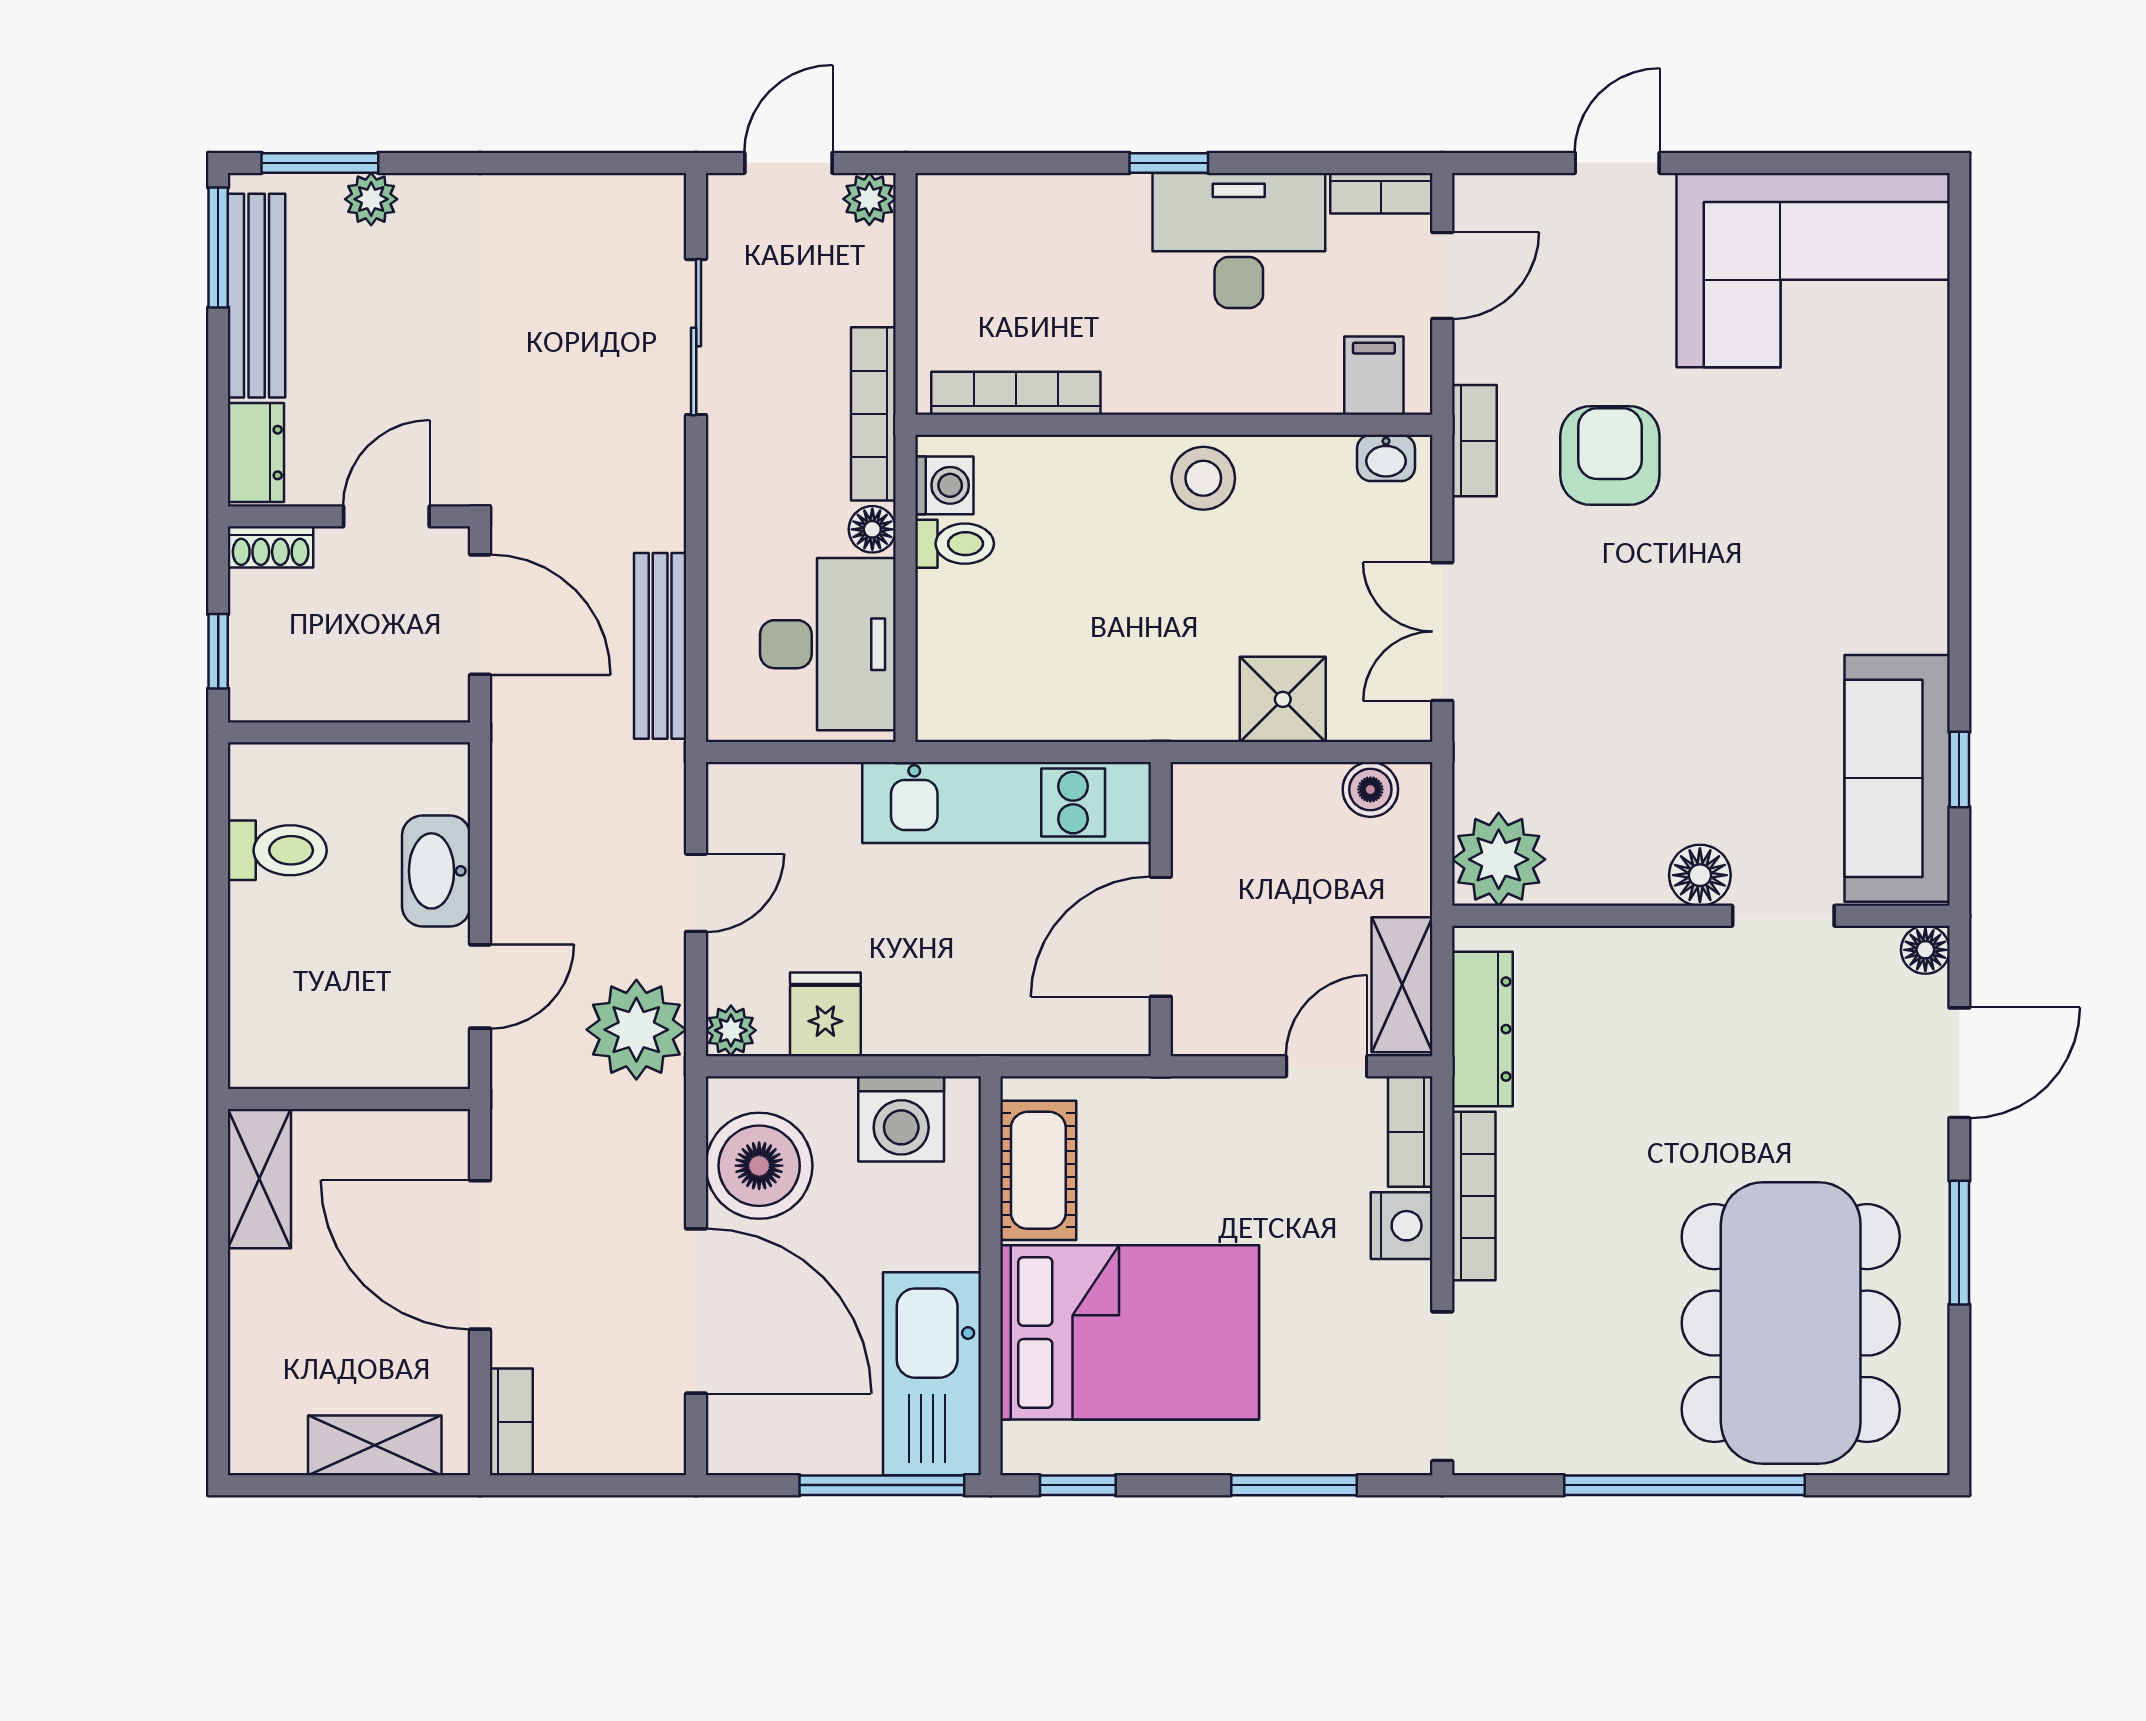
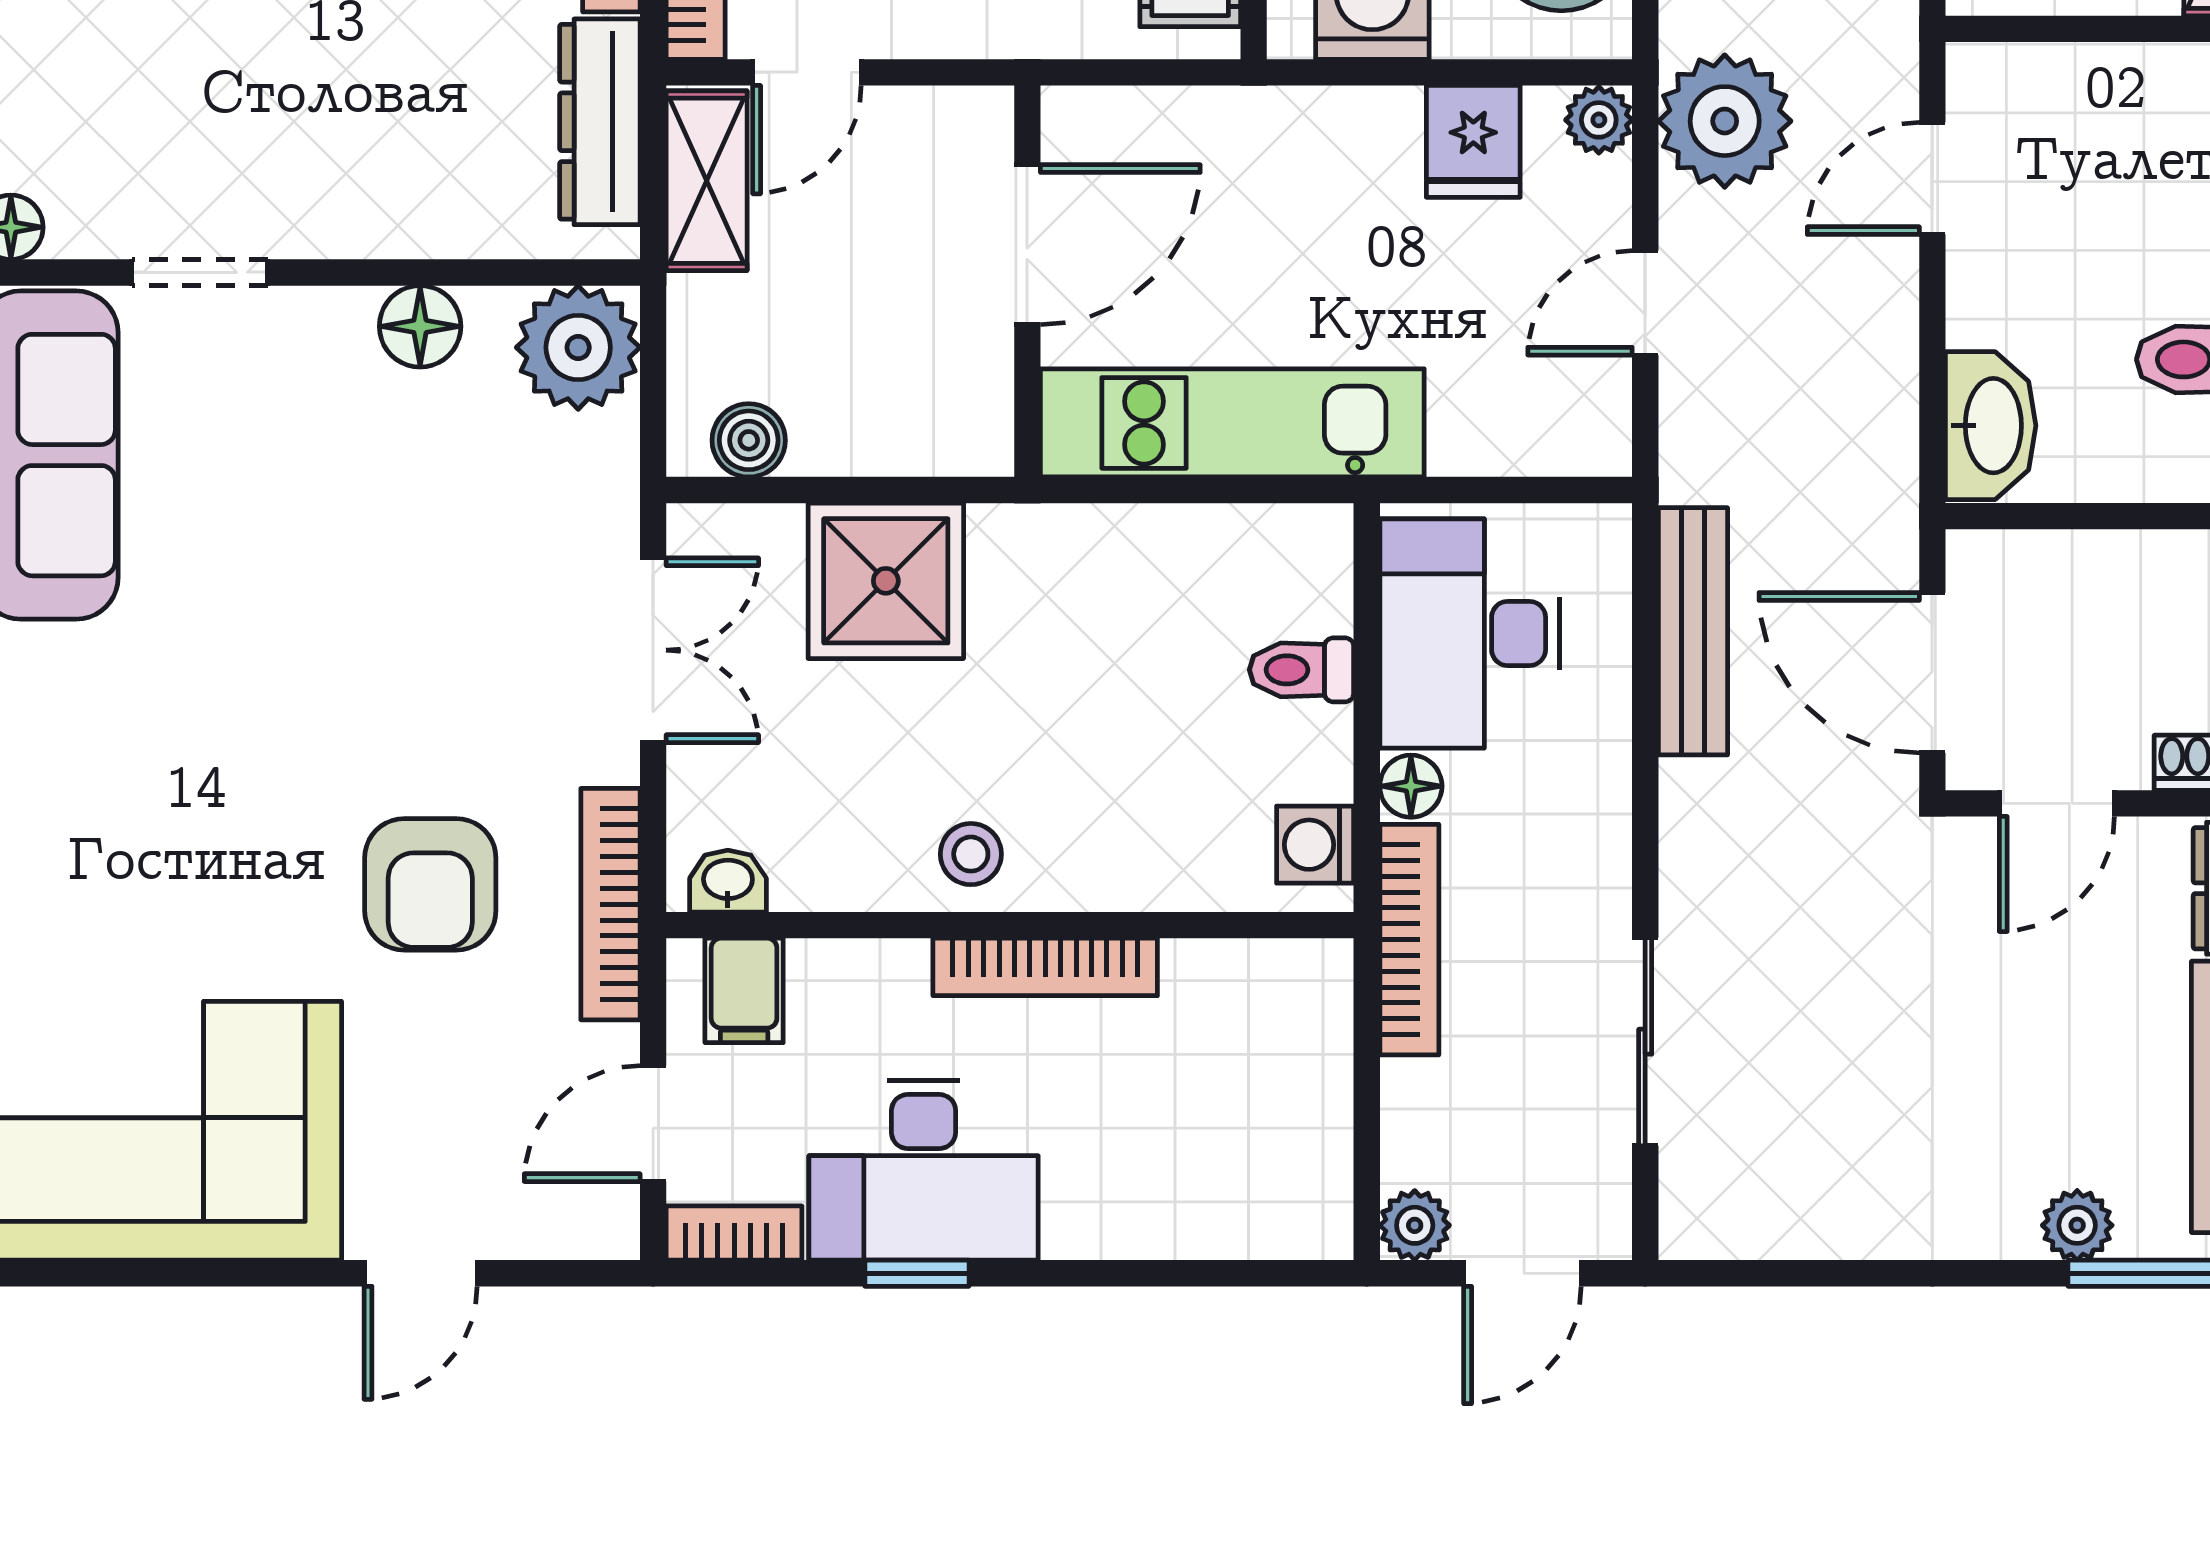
window: (1169, 163) -> (917, 1273), moved
bookcase: (1016, 393) -> (1045, 967), moved
bookcase: (1474, 441) -> (610, 904), width x1.56
stool: (1203, 478) -> (971, 854), width x0.73, depth x0.73
toilet: (955, 544) -> (1302, 670), moved
shower: (1283, 699) -> (886, 581), width x1.36, depth x1.36
washbasin: (436, 871) -> (1991, 426), moved
floor lamp: (1700, 875) -> (420, 326), moved

